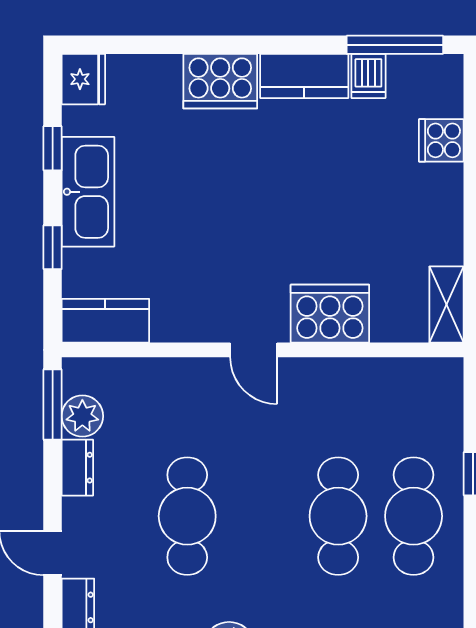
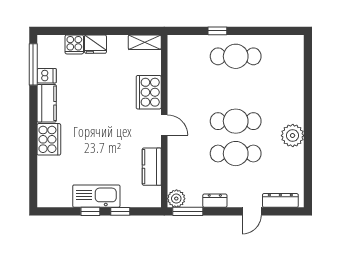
fridge: (83, 79) -> (95, 44), moved, turned 180
window: (53, 148) -> (90, 211), moved
kitchen counter: (105, 321) -> (152, 167), moved
door: (254, 350) -> (164, 125), hinge flipped
plant: (82, 416) -> (176, 199), moved
cafe table: (338, 516) -> (236, 121), moved

